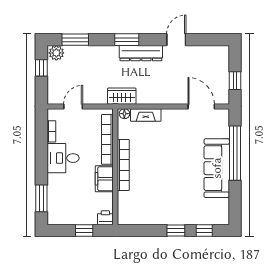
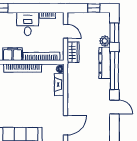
window: (127, 40) -> (114, 71), width x2.11
plant: (56, 53) -> (105, 41), moved
dresser: (141, 53) -> (105, 63), moved
wardrobe: (122, 96) -> (73, 52), moved

